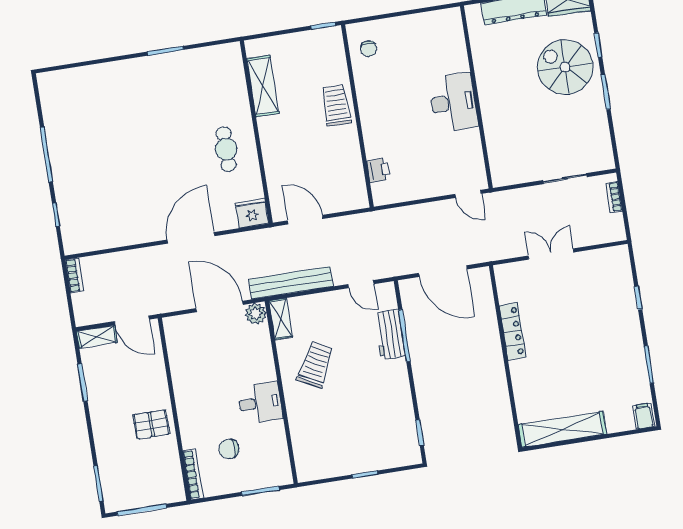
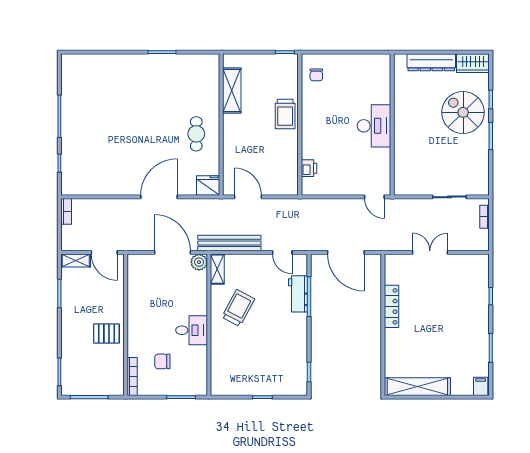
trolley: (336, 105) -> (285, 114), turned 180

